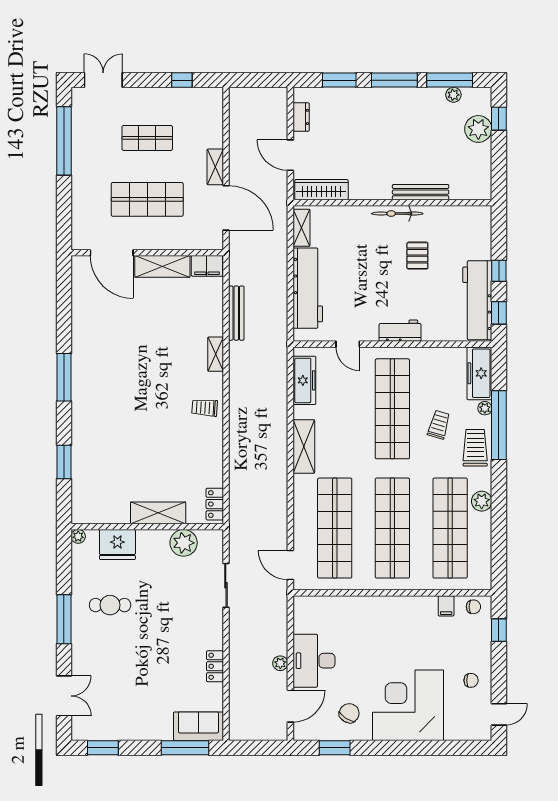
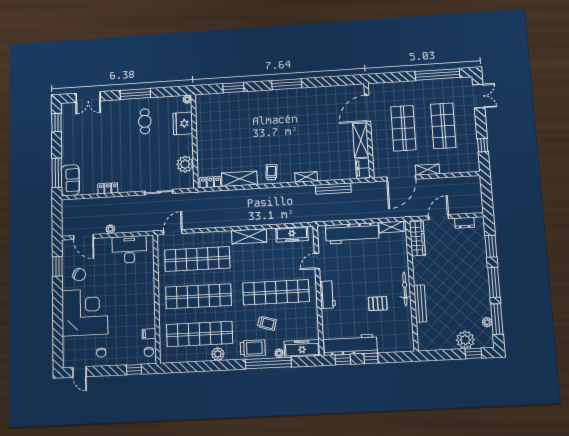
shop shelf: (147, 138) -> (443, 126), width x1.43, depth x1.36
shelving: (158, 513) -> (239, 179), moved, turned 90
desk: (314, 661) -> (129, 249), moved

